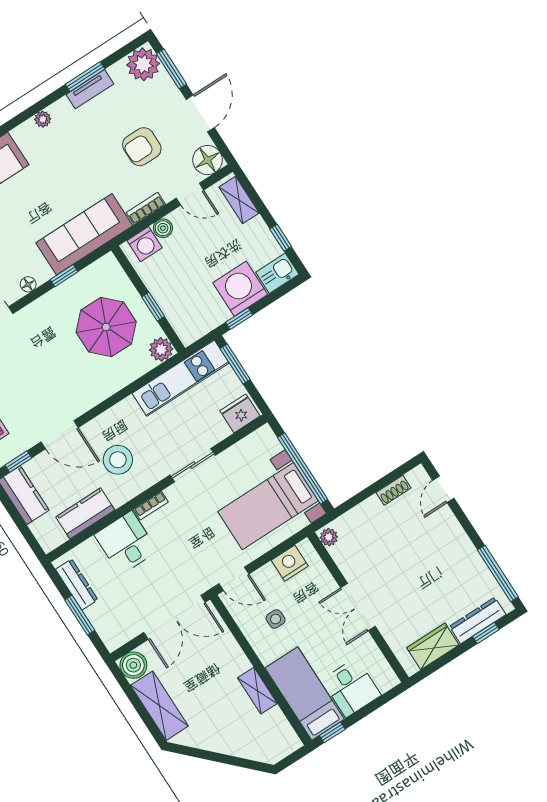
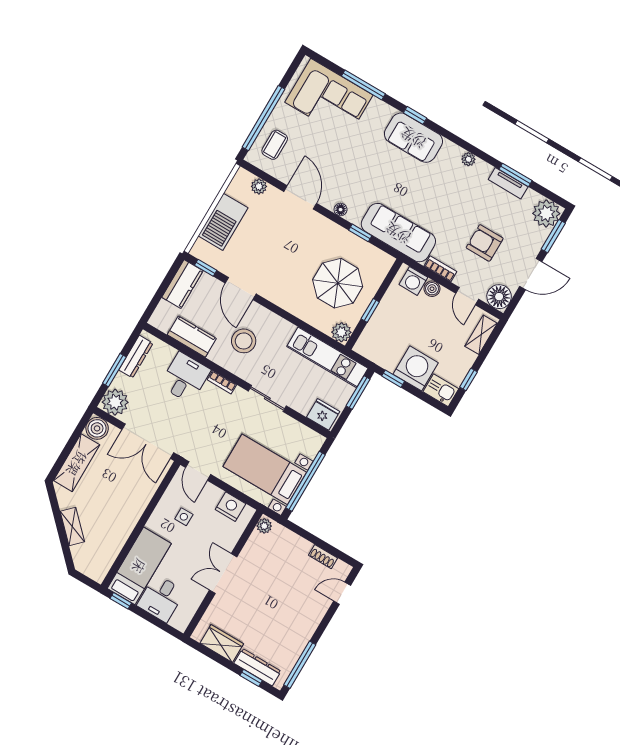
plant: (115, 632) -> (115, 402), added
shelving: (257, 691) -> (72, 527), moved, turned -45

